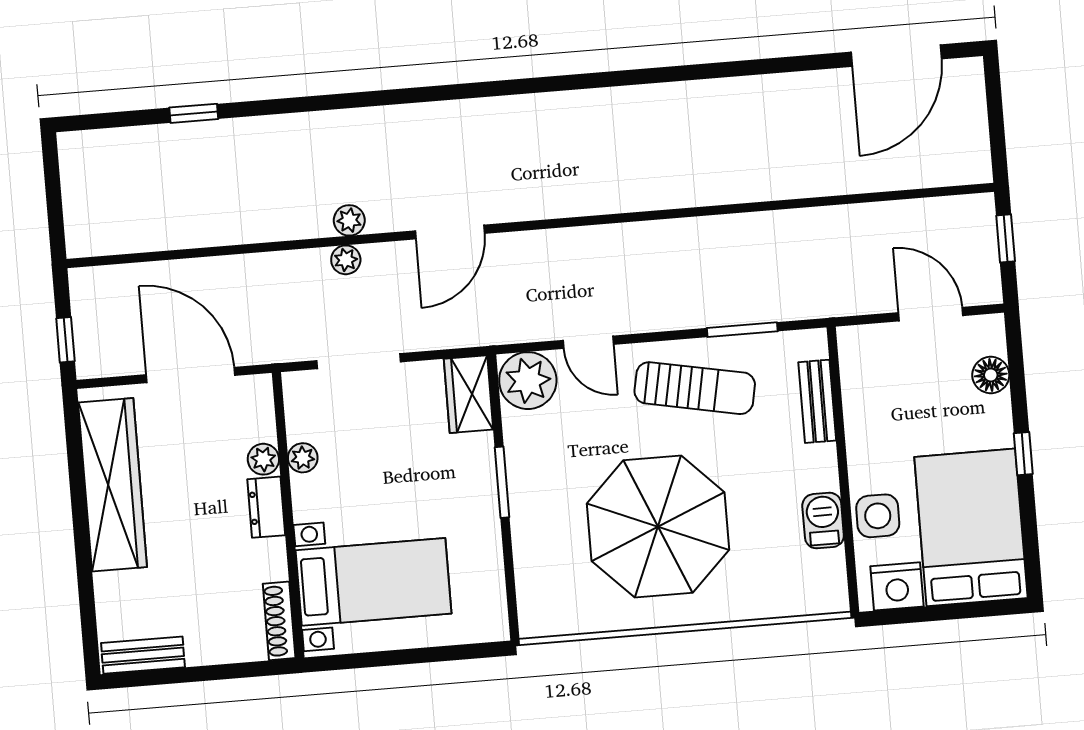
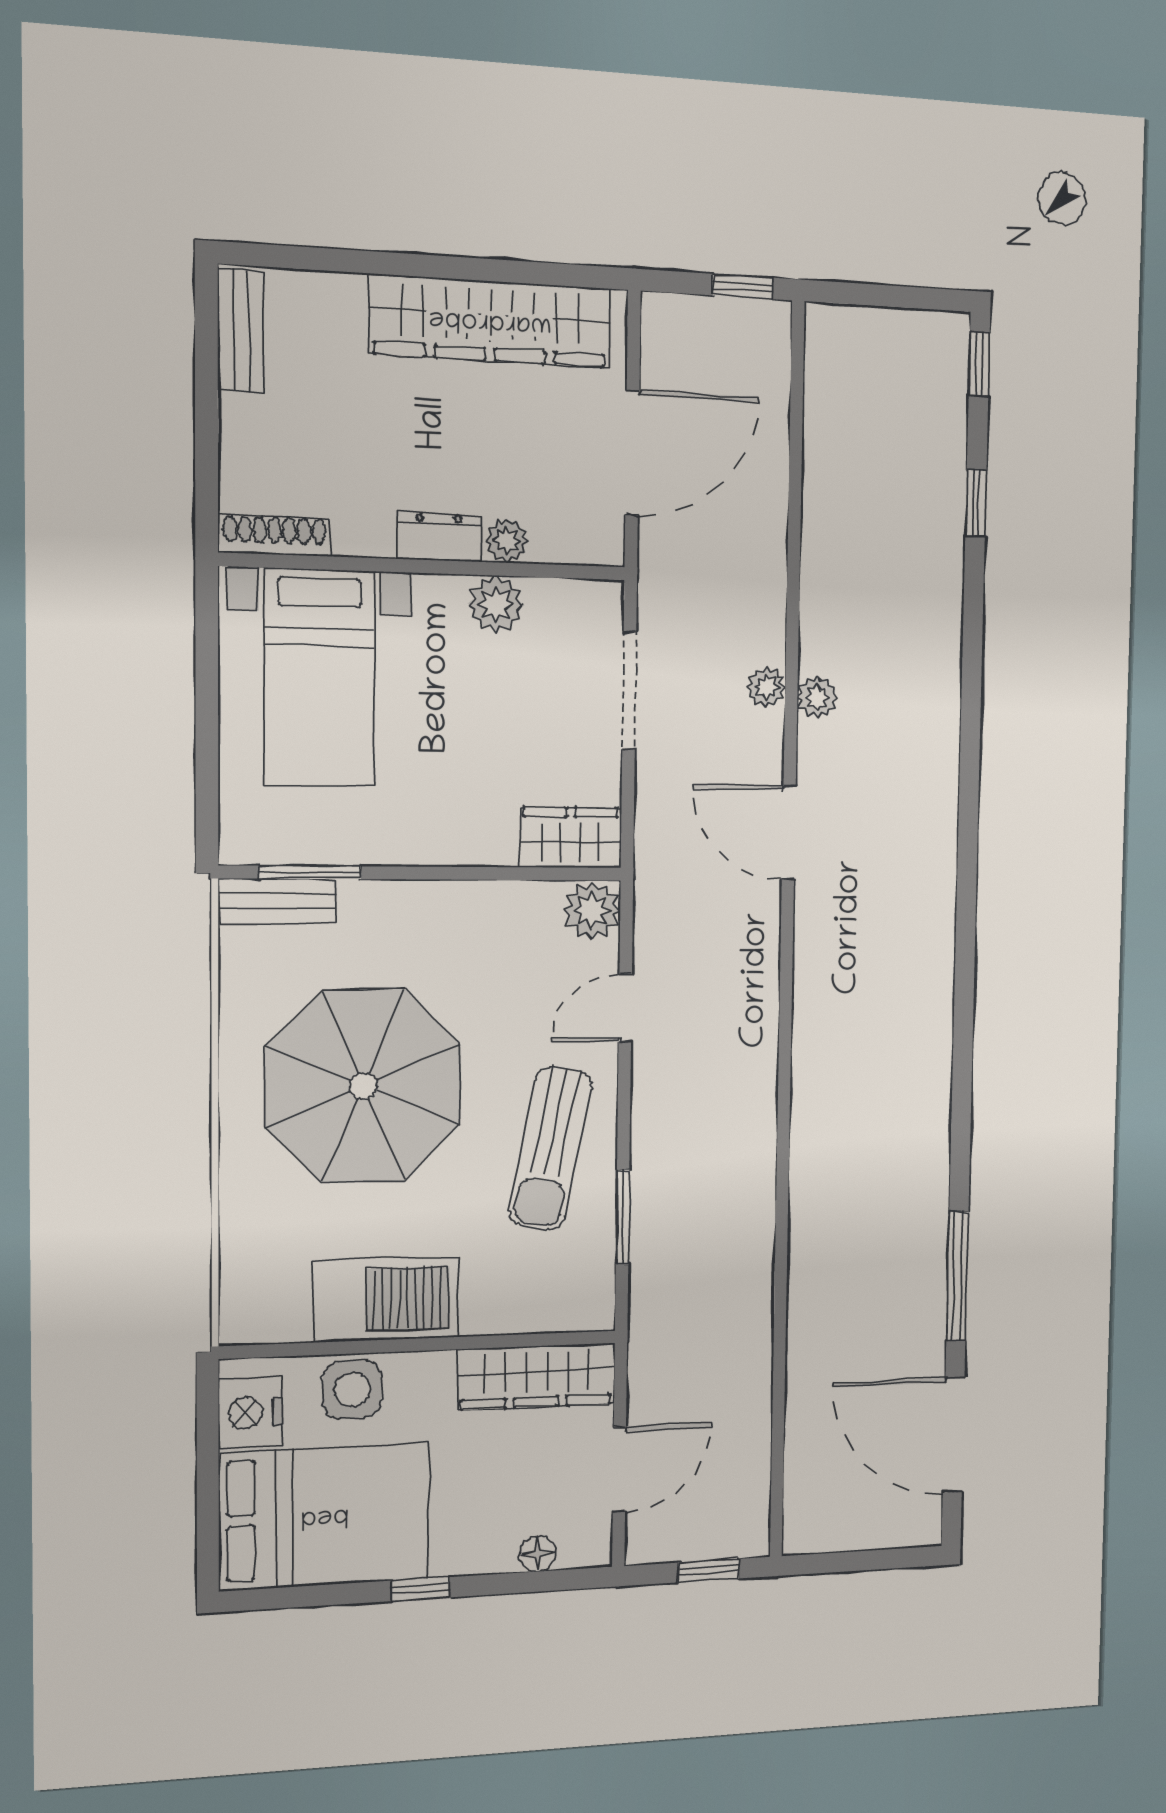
window: (773, 66) -> (957, 1276), added
window: (92, 122) -> (979, 363), added
window: (65, 340) -> (743, 286), moved
floor lamp: (991, 375) -> (538, 1554), width x0.73, depth x0.73
plant: (528, 381) -> (592, 911), width x0.73, depth x0.73
wardrobe: (863, 383) -> (536, 1376), added
bench: (817, 401) -> (277, 901), moved
plant: (303, 458) -> (496, 604), width x1.38, depth x1.38
window: (502, 482) -> (310, 872), moved
barbecue: (823, 521) -> (386, 1299), width x1.88, depth x1.53

